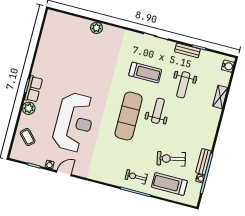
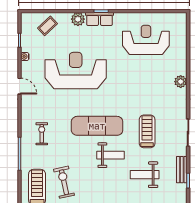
plant: (96, 28) -> (181, 82), moved
reception desk: (63, 52) -> (146, 40), added
treadmill: (145, 73) -> (147, 131), turned 180
reception desk: (74, 122) -> (76, 71), turned 180
door: (64, 173) -> (19, 86), moved
exercise bike: (136, 177) -> (42, 134), moved

